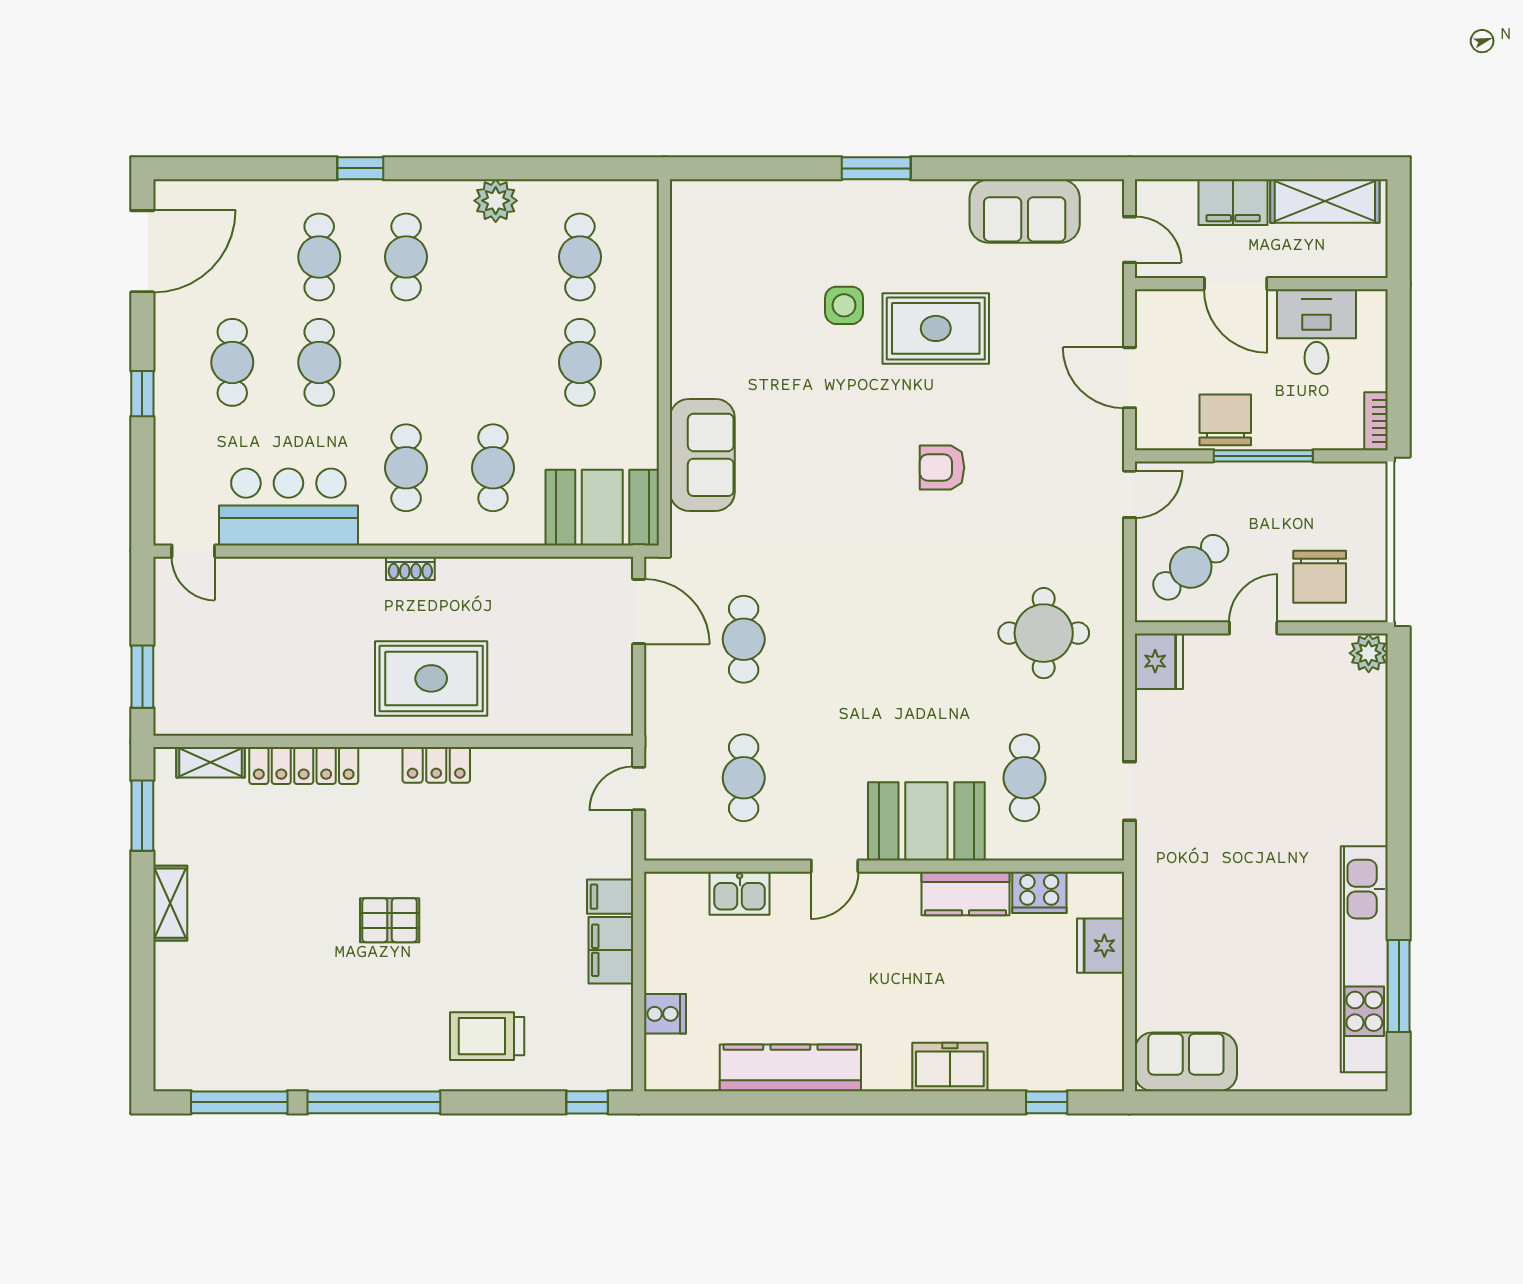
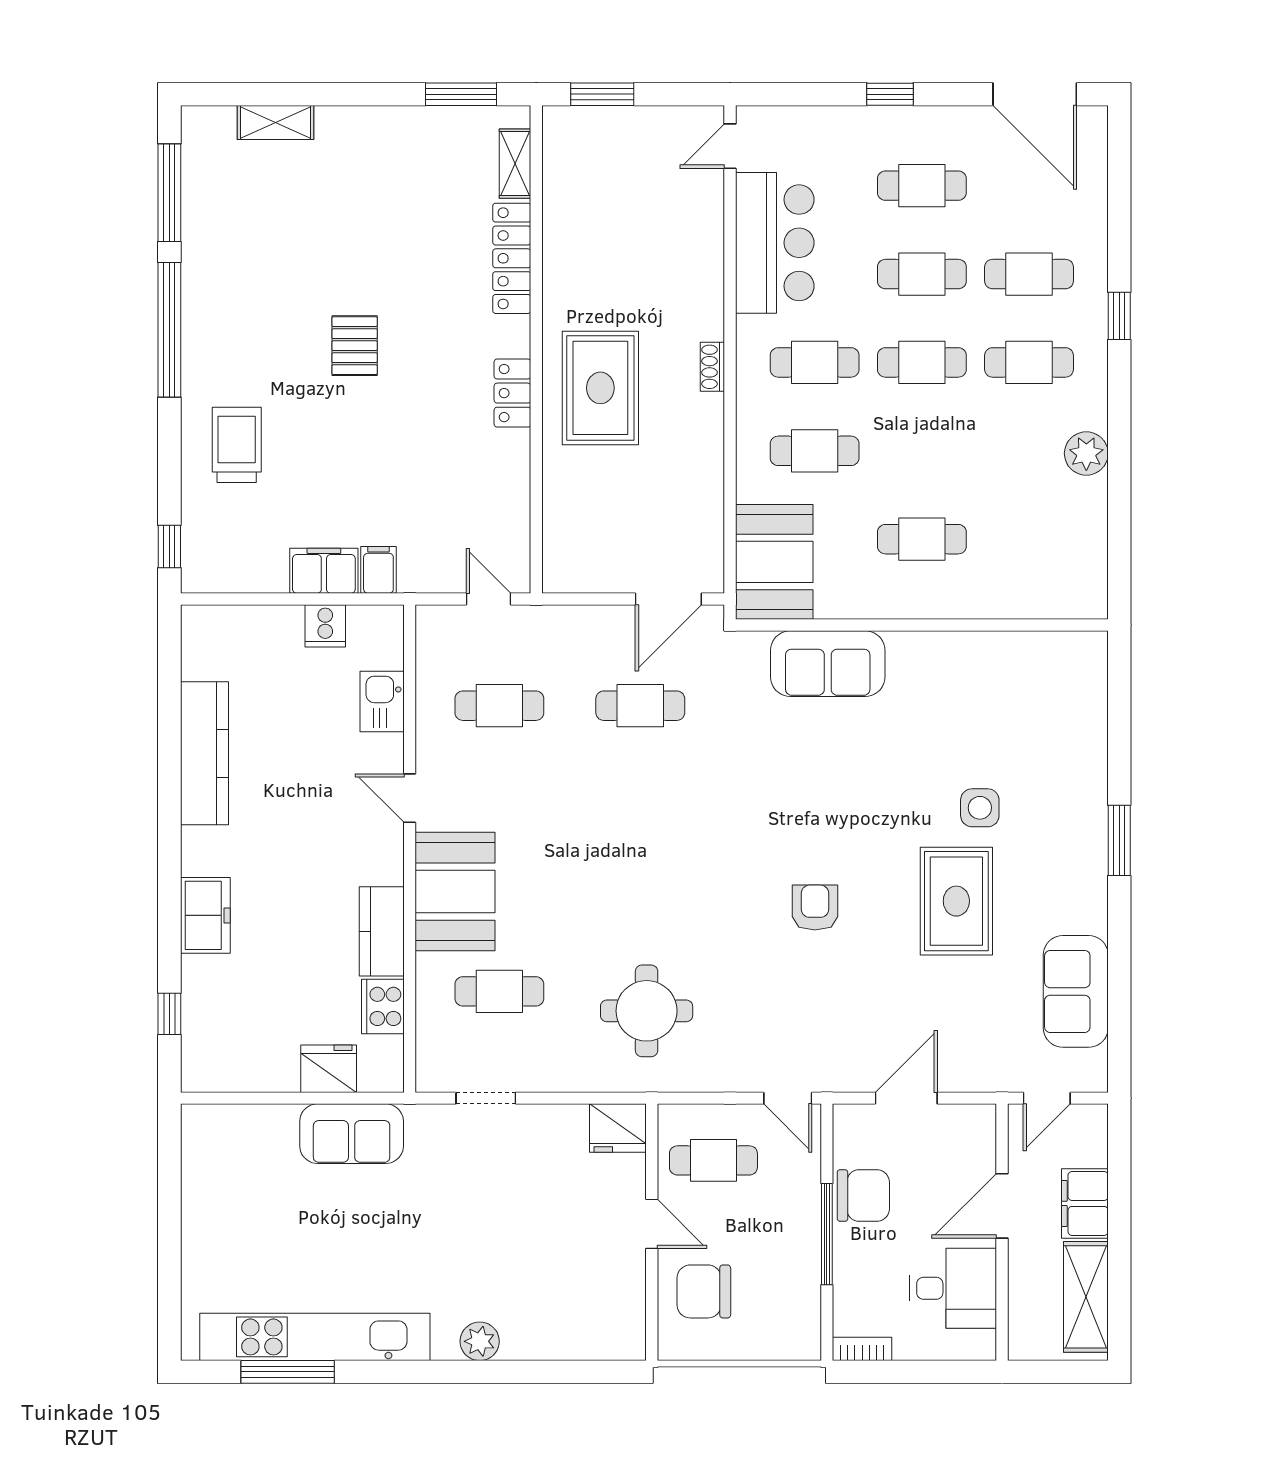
cafe table: (580, 257) -> (922, 362), moved
cafe table: (1191, 567) -> (713, 1160), turned -52
plant: (1369, 653) -> (480, 1341), moved
shelving: (170, 903) -> (275, 123), moved
cooker: (665, 1014) -> (325, 626), moved
sofa: (1186, 1062) -> (352, 1134), moved, turned 90

